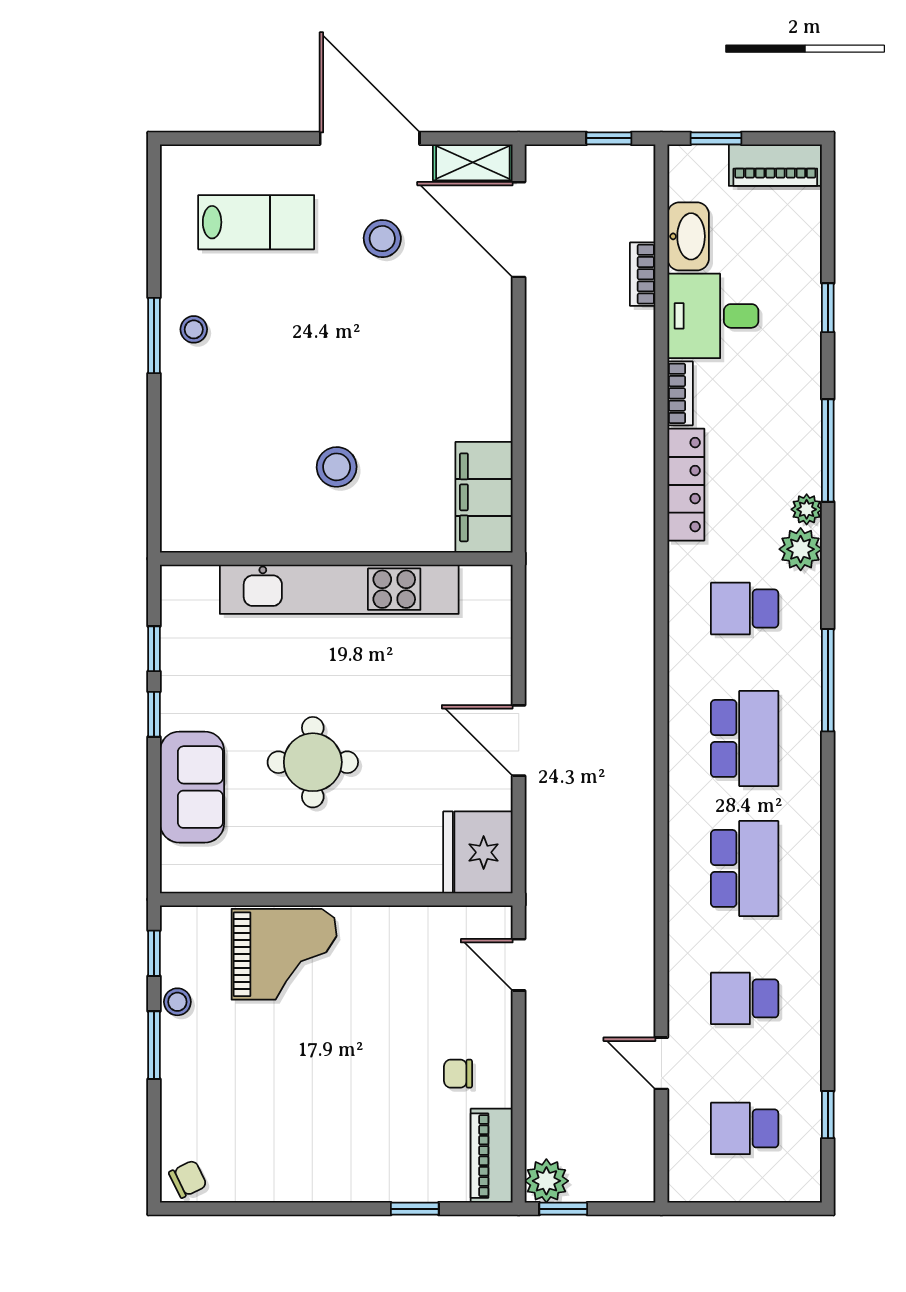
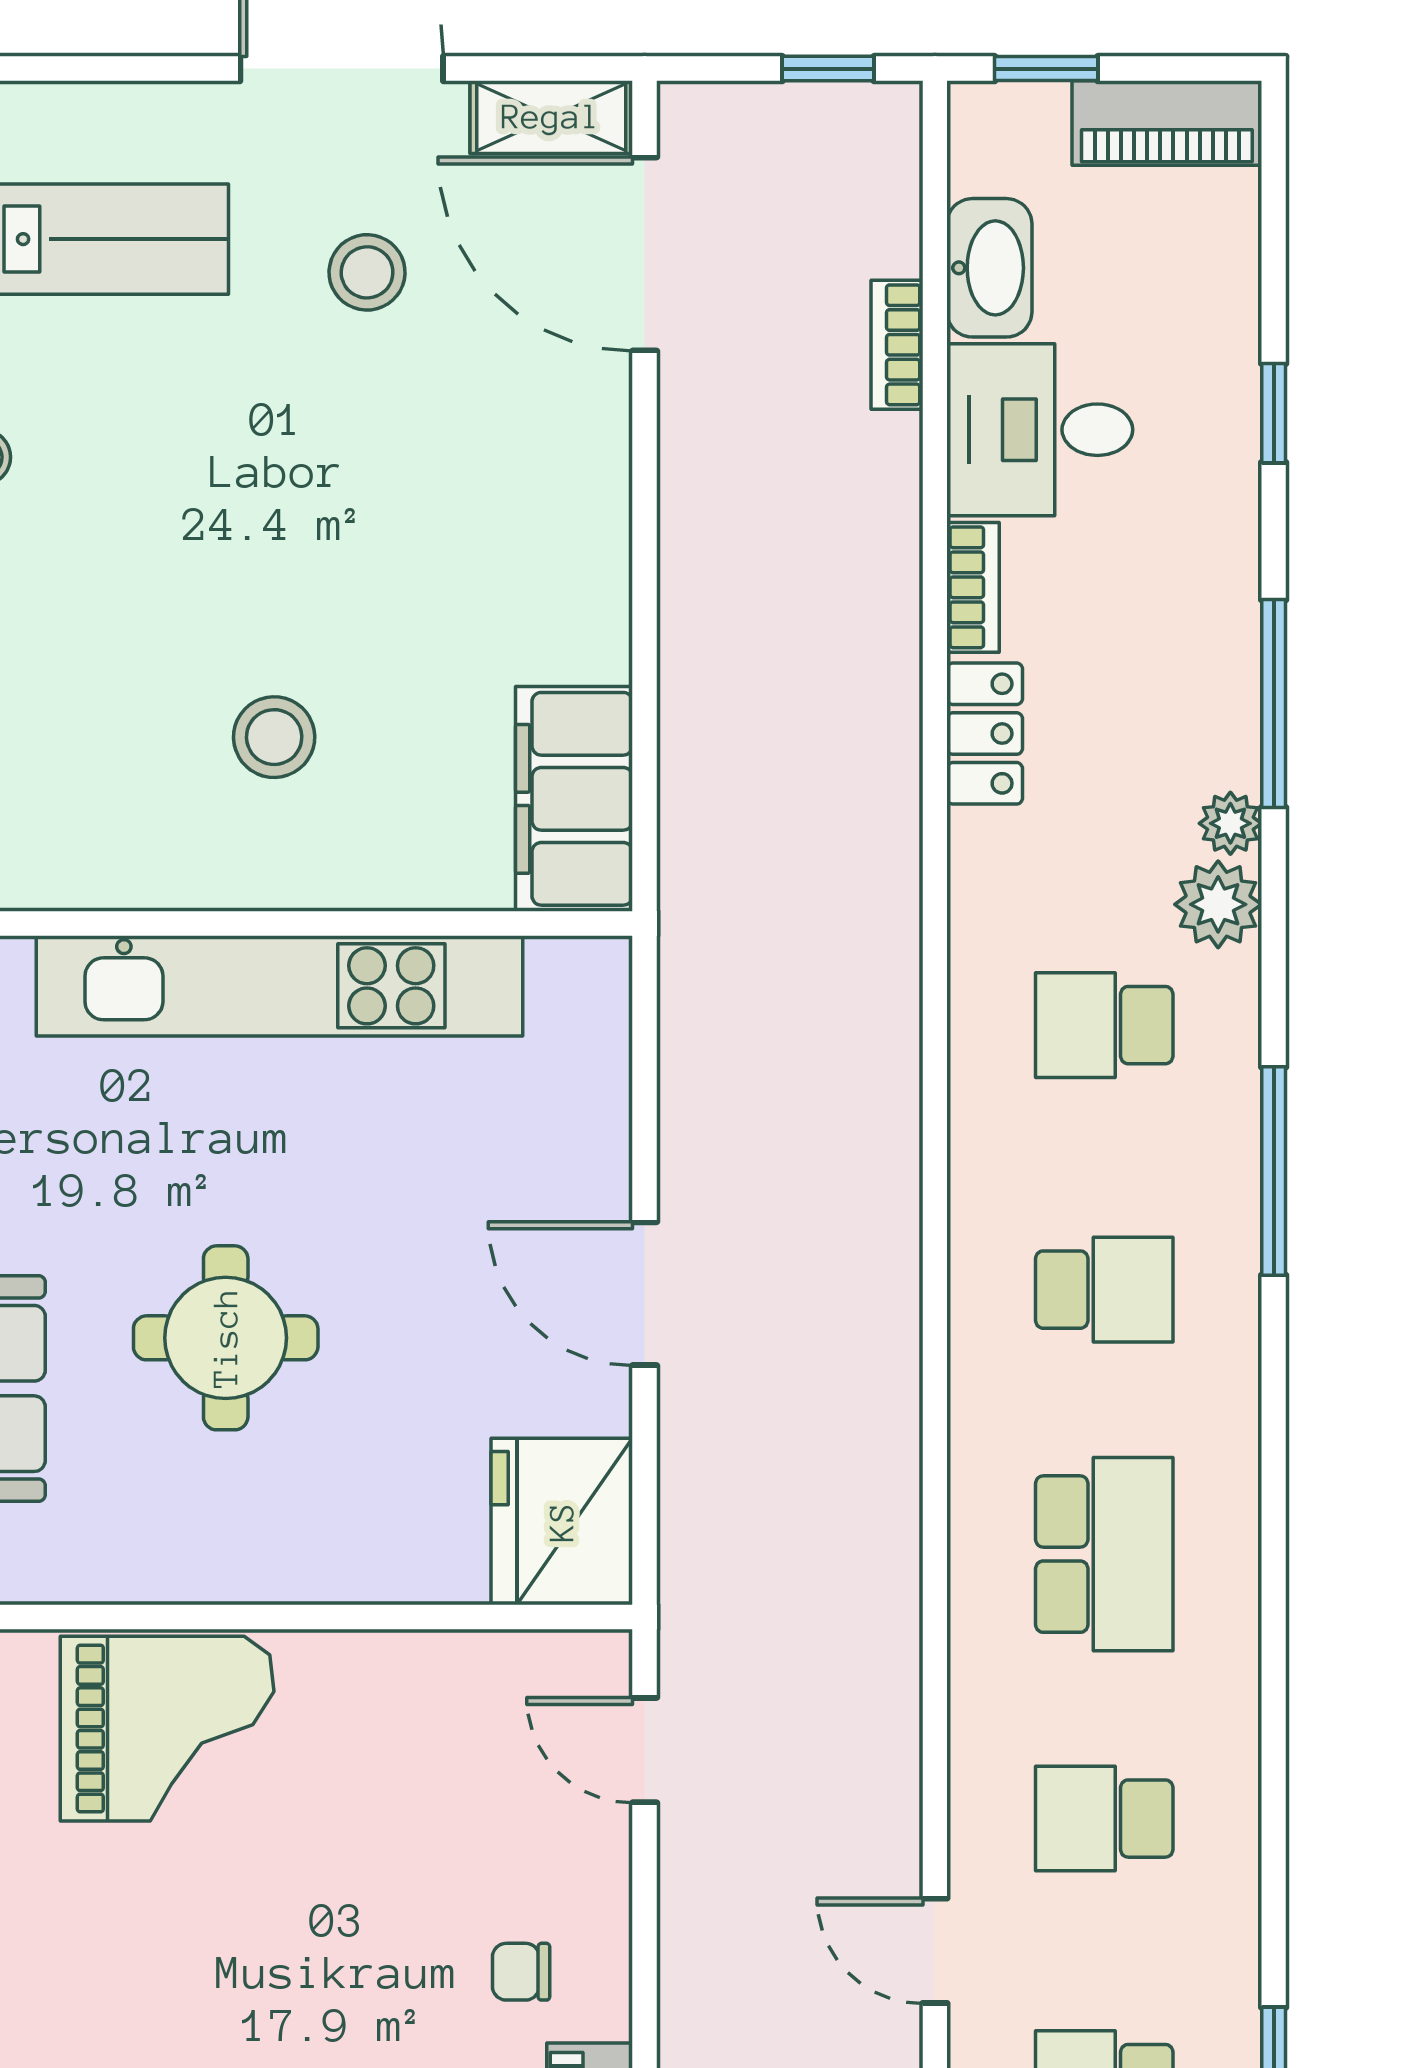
locker: (686, 485) -> (985, 734), width x0.66
school desk: (745, 738) -> (1104, 1290), width x0.54

